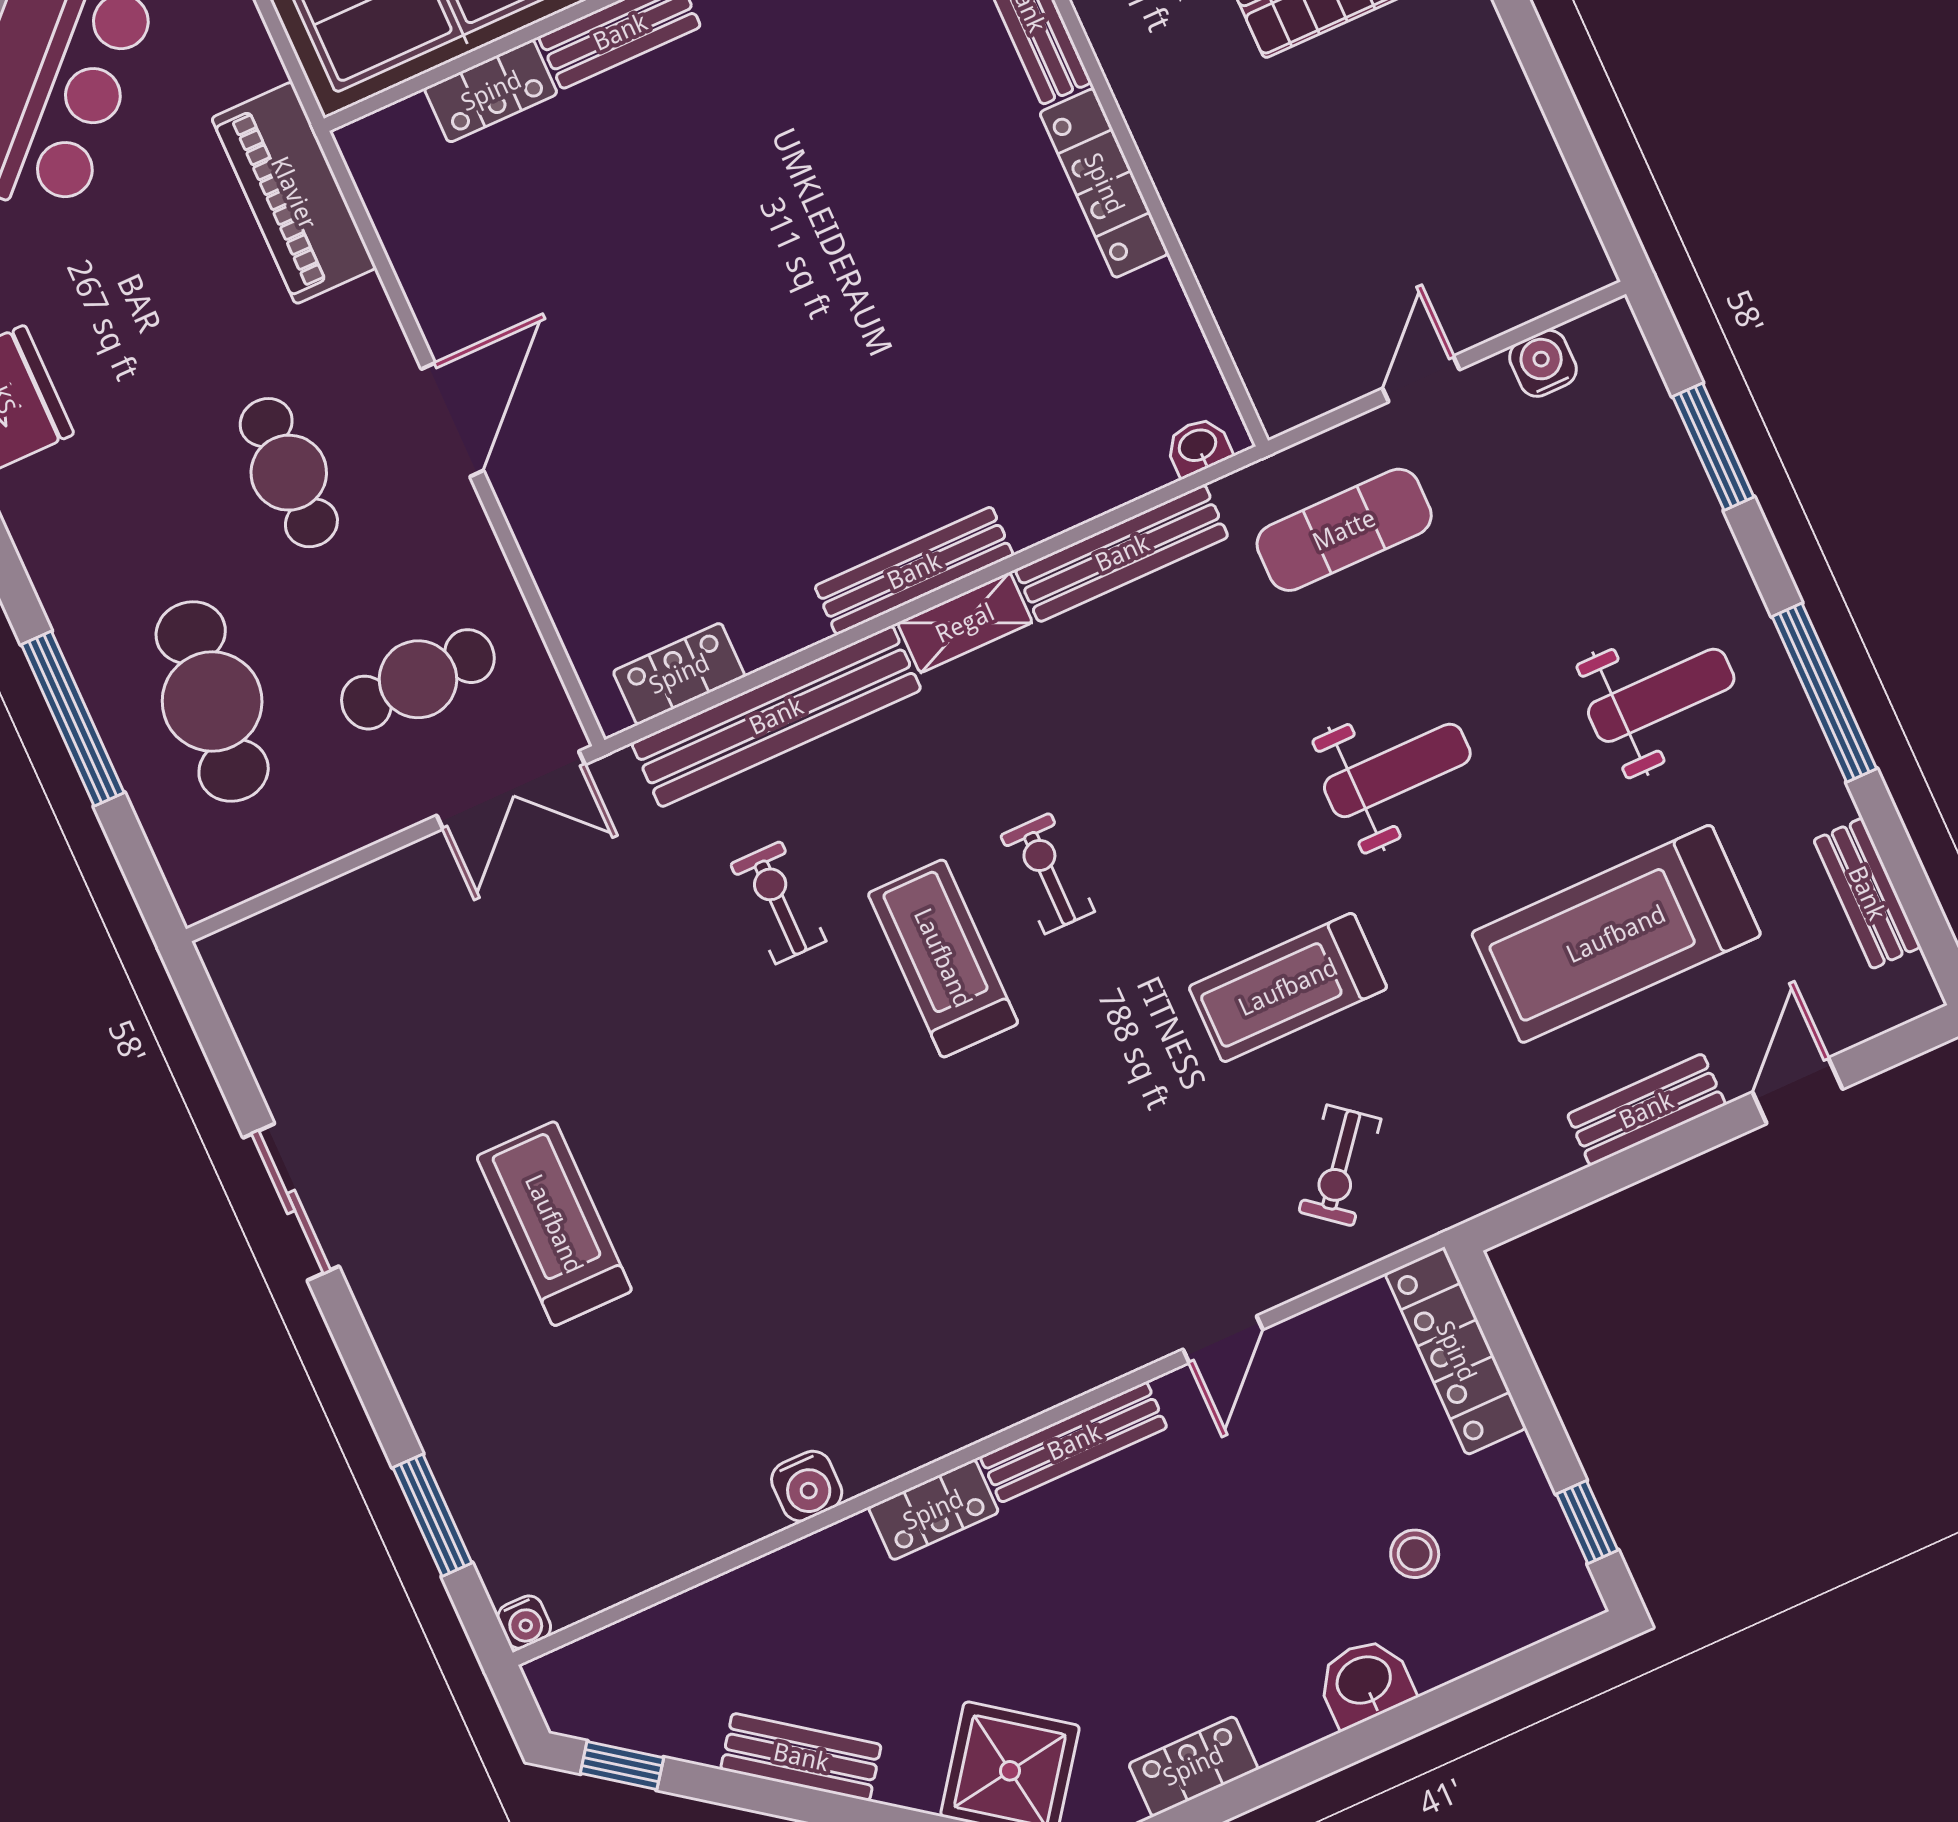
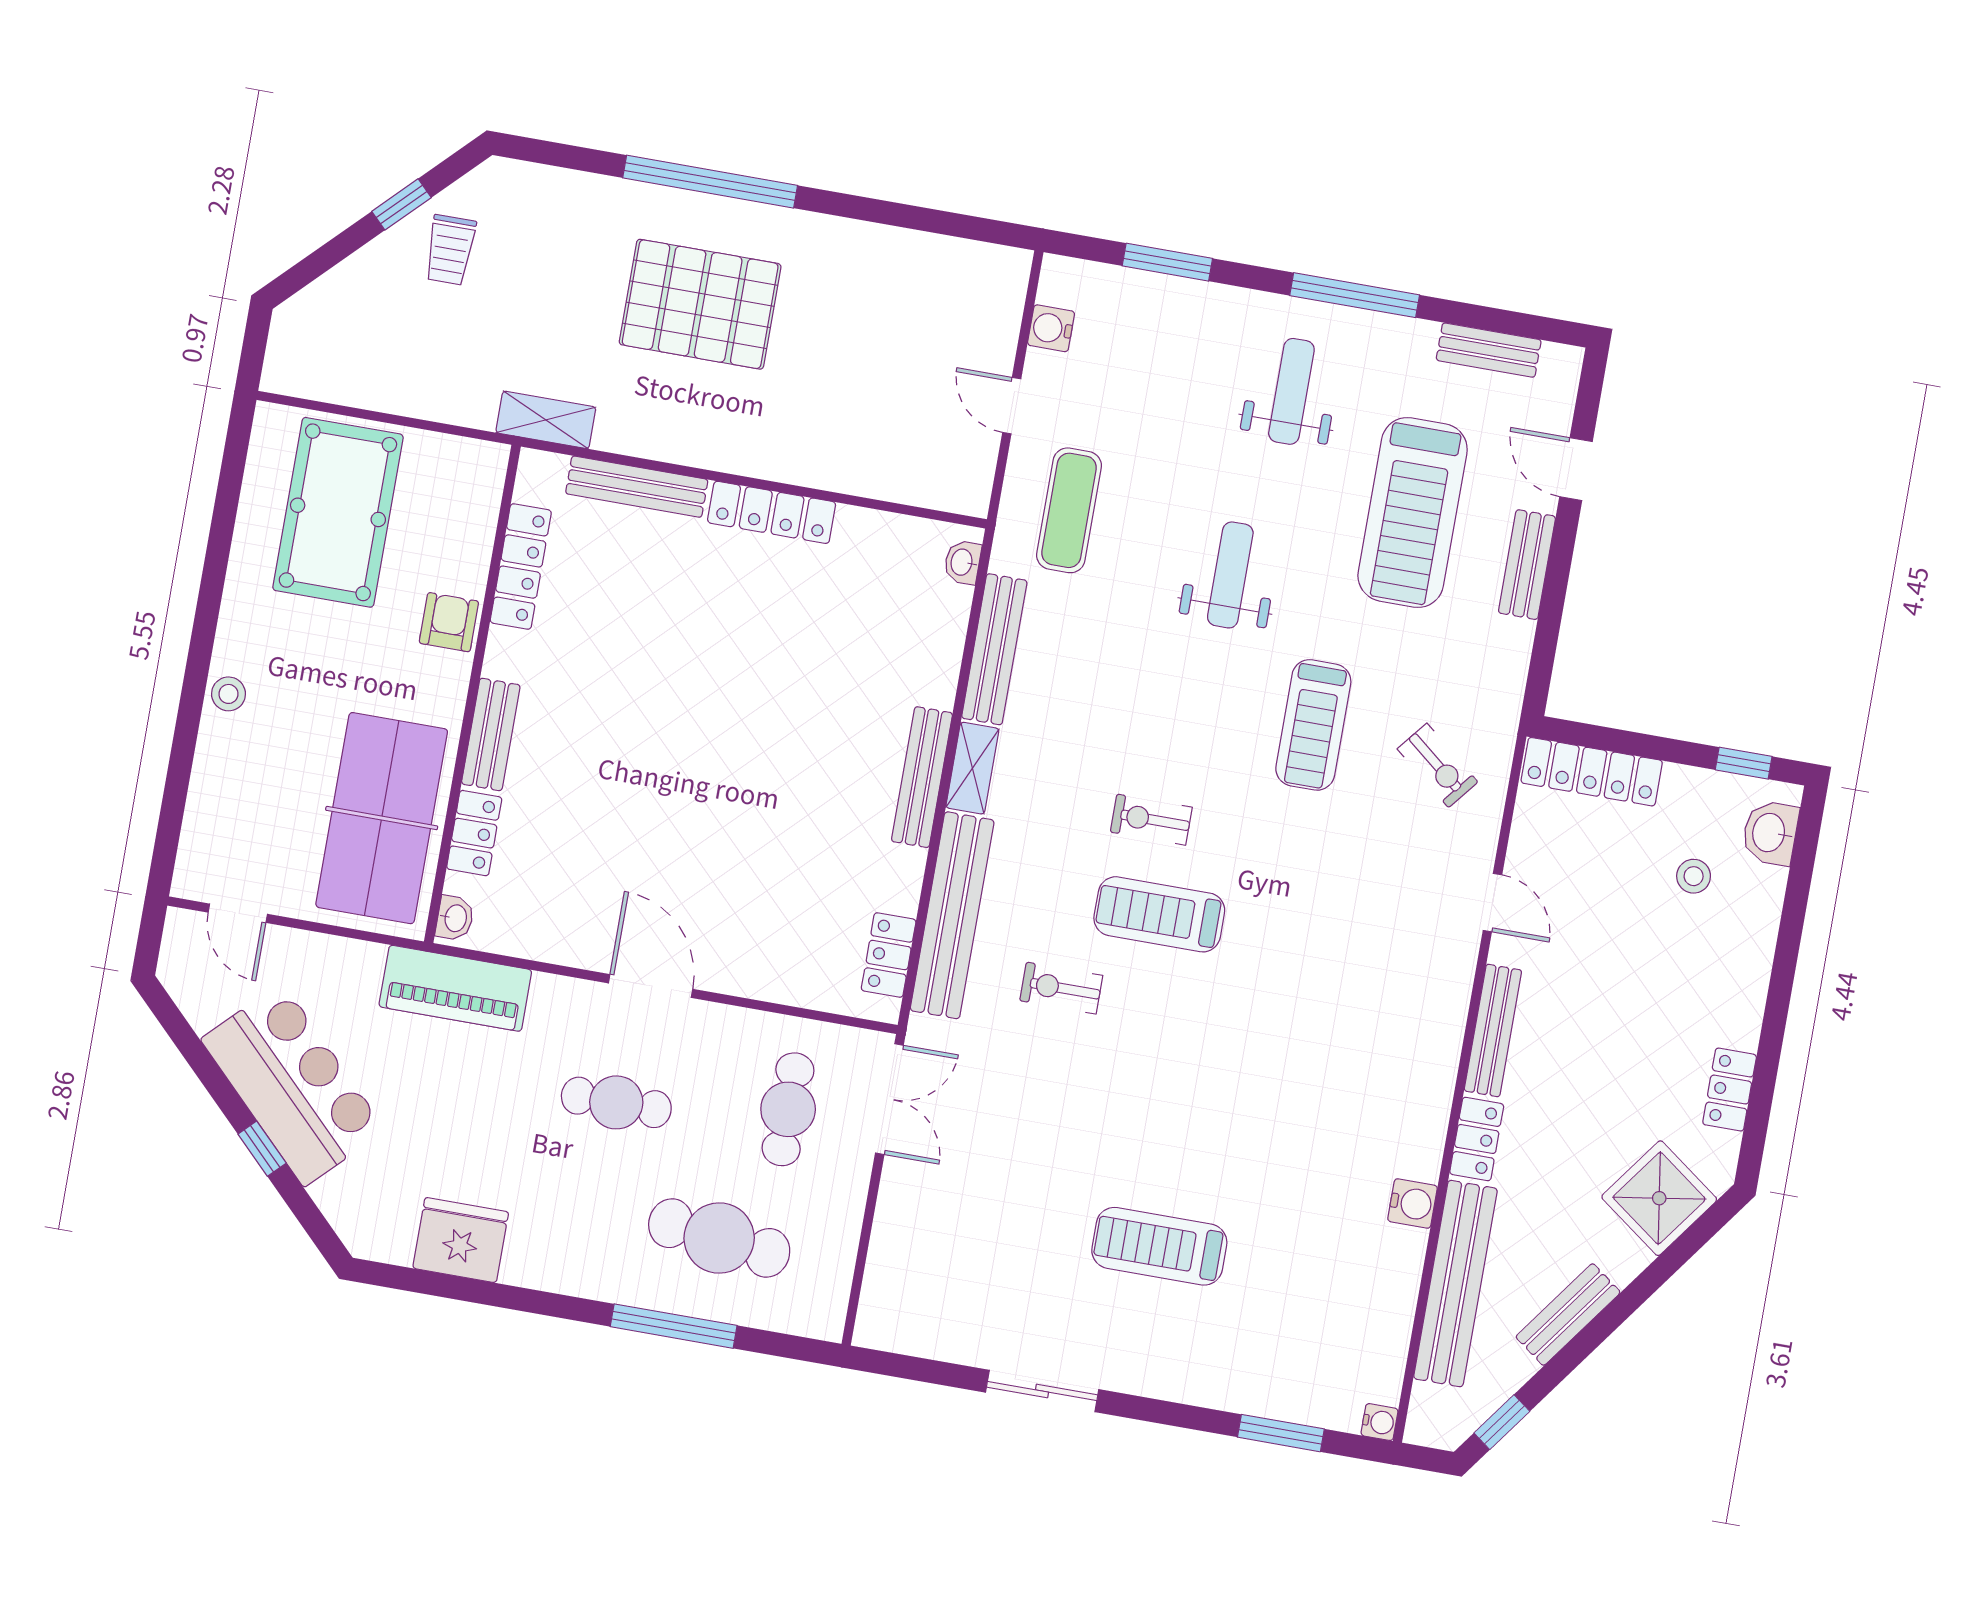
washbasin: (376, 136) -> (455, 918), added
bench: (747, 1600) -> (1455, 1284), added
washbasin: (1365, 1682) -> (1770, 833), moved

